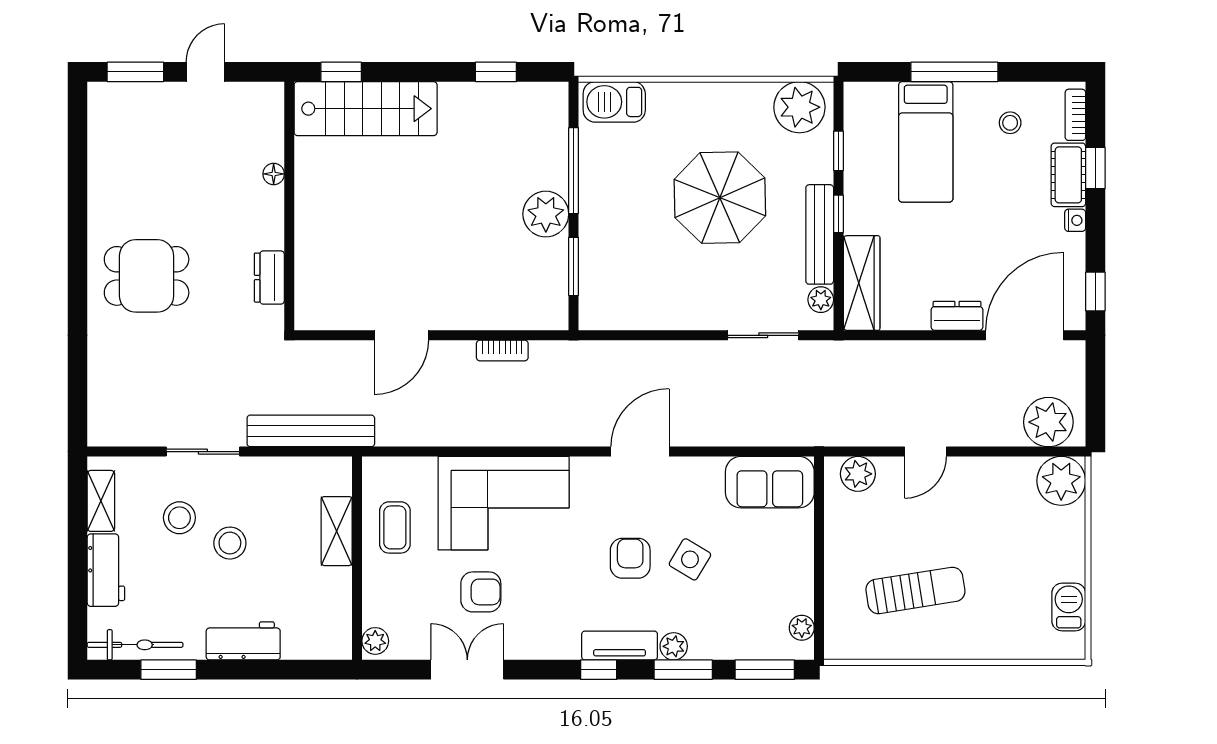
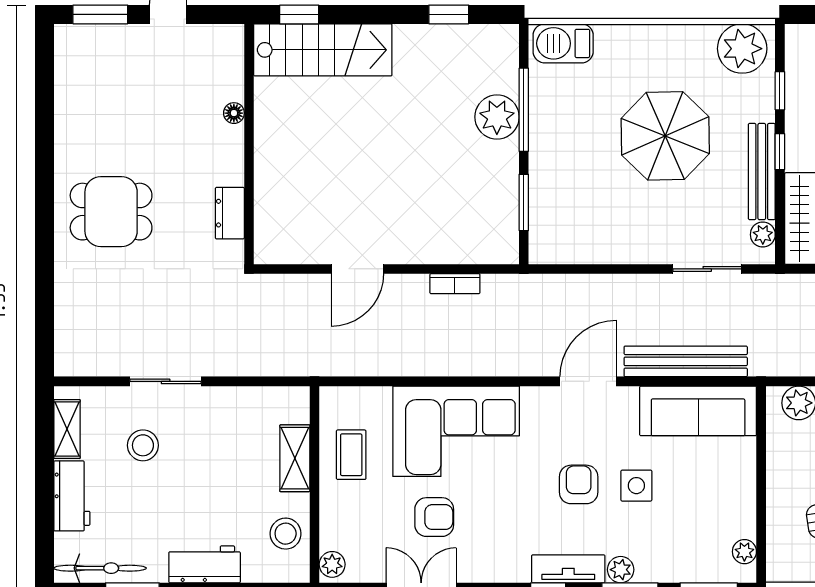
plant: (546, 214) -> (497, 117), moved
bench: (311, 431) -> (686, 361), moved
sofa: (770, 482) -> (698, 411), width x1.36
stool: (230, 543) -> (286, 534), moved
side table: (690, 559) -> (636, 486), turned -31

